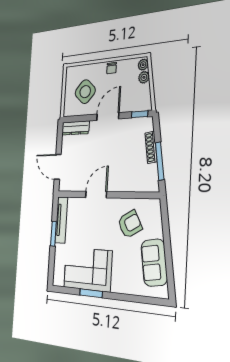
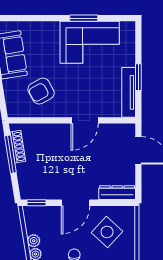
shoe rack: (151, 147) -> (18, 147), moved

